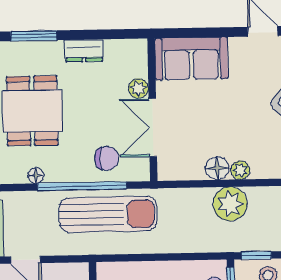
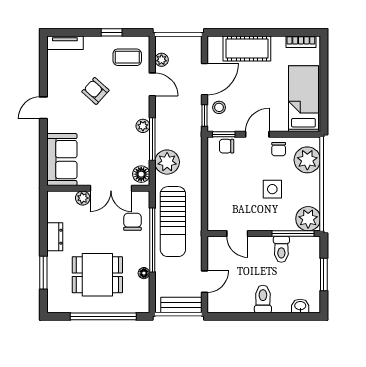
floor lamp: (217, 168) -> (141, 174), moved
window: (222, 183) -> (152, 139), added
plant: (230, 204) -> (167, 162), moved
sun lounger: (108, 214) -> (173, 222), turned 180

